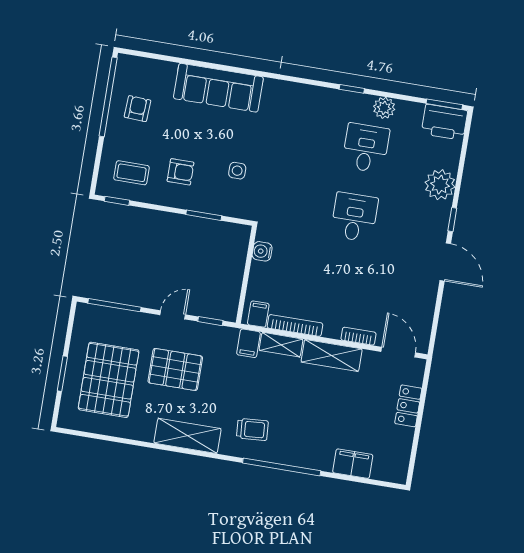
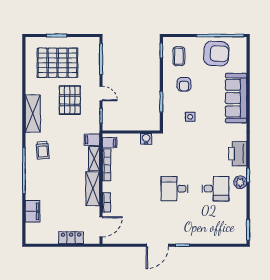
plant: (384, 108) -> (240, 182), moved
armchair: (137, 109) -> (216, 54), width x1.88, depth x1.88
printer: (444, 122) -> (238, 154), moved
plant: (440, 185) -> (201, 235), removed
desk: (354, 217) -> (175, 189), turned 180

